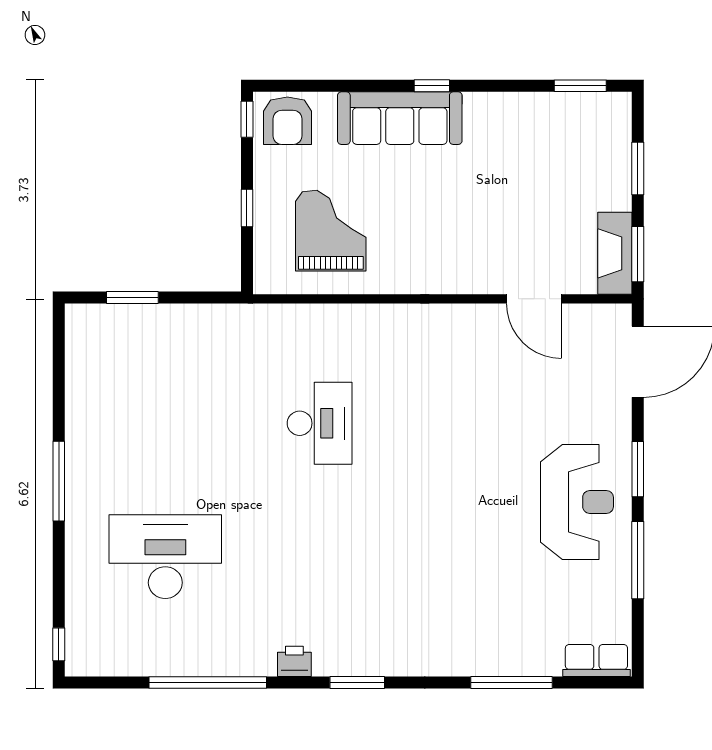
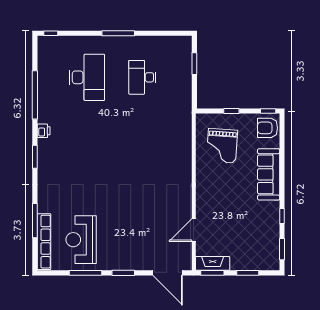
window: (432, 86) -> (282, 216), moved
grand piano: (331, 231) -> (222, 146), turned 94
desk: (320, 423) -> (142, 77), moved, turned 90
reception desk: (577, 502) -> (81, 240), moved, turned 90
row of seats: (596, 660) -> (44, 242), width x2.02

